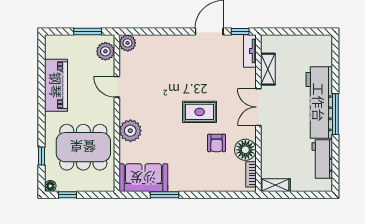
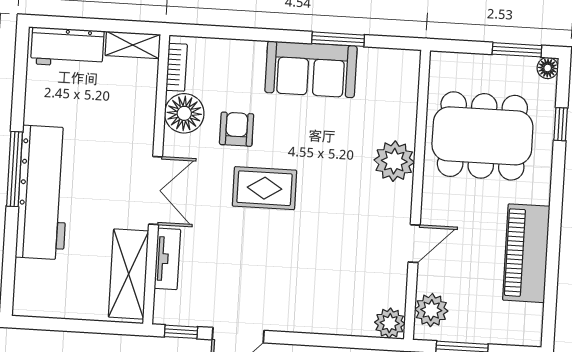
tv unit: (250, 51) -> (167, 259), moved
shelving: (268, 69) -> (129, 274), width x1.50, depth x1.33
door: (117, 87) -> (414, 244), hinge flipped
workbench: (322, 159) -> (67, 47), moved, turned 90
sofa: (143, 178) -> (311, 69), moved
window: (67, 195) -> (517, 50), width x1.50

